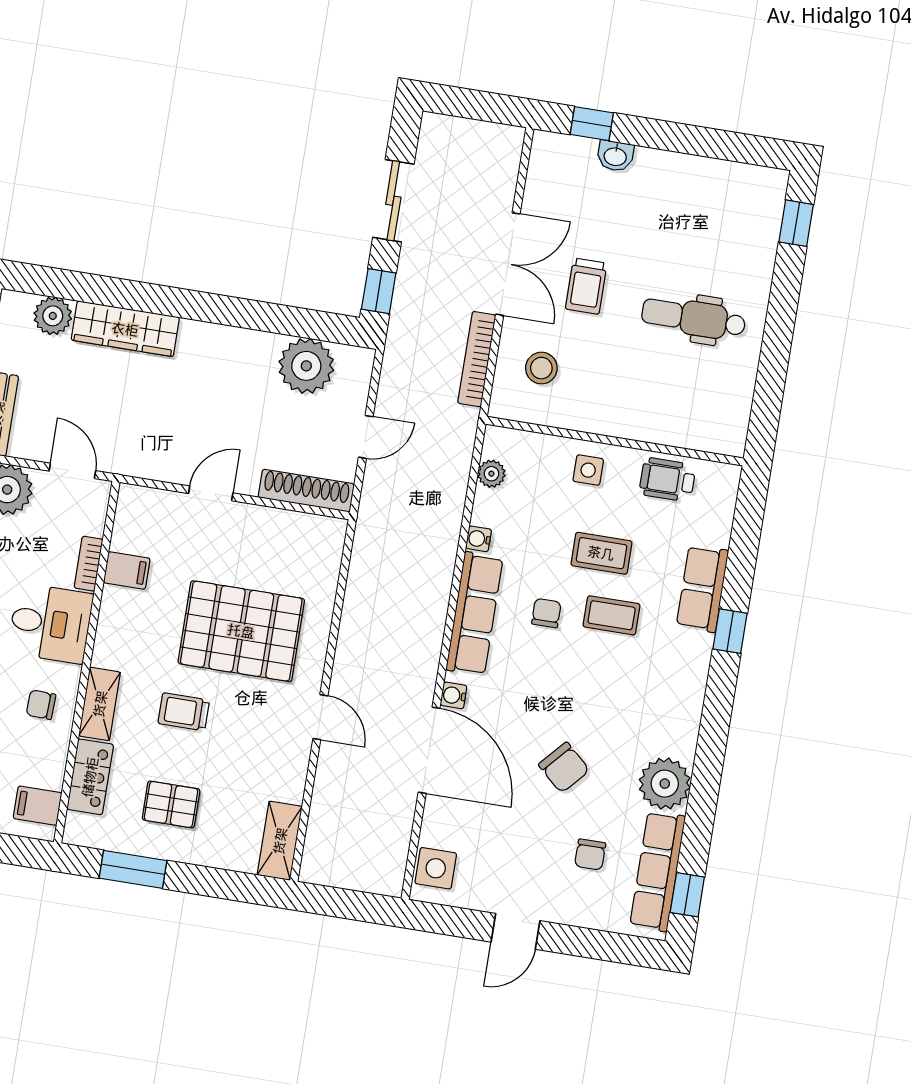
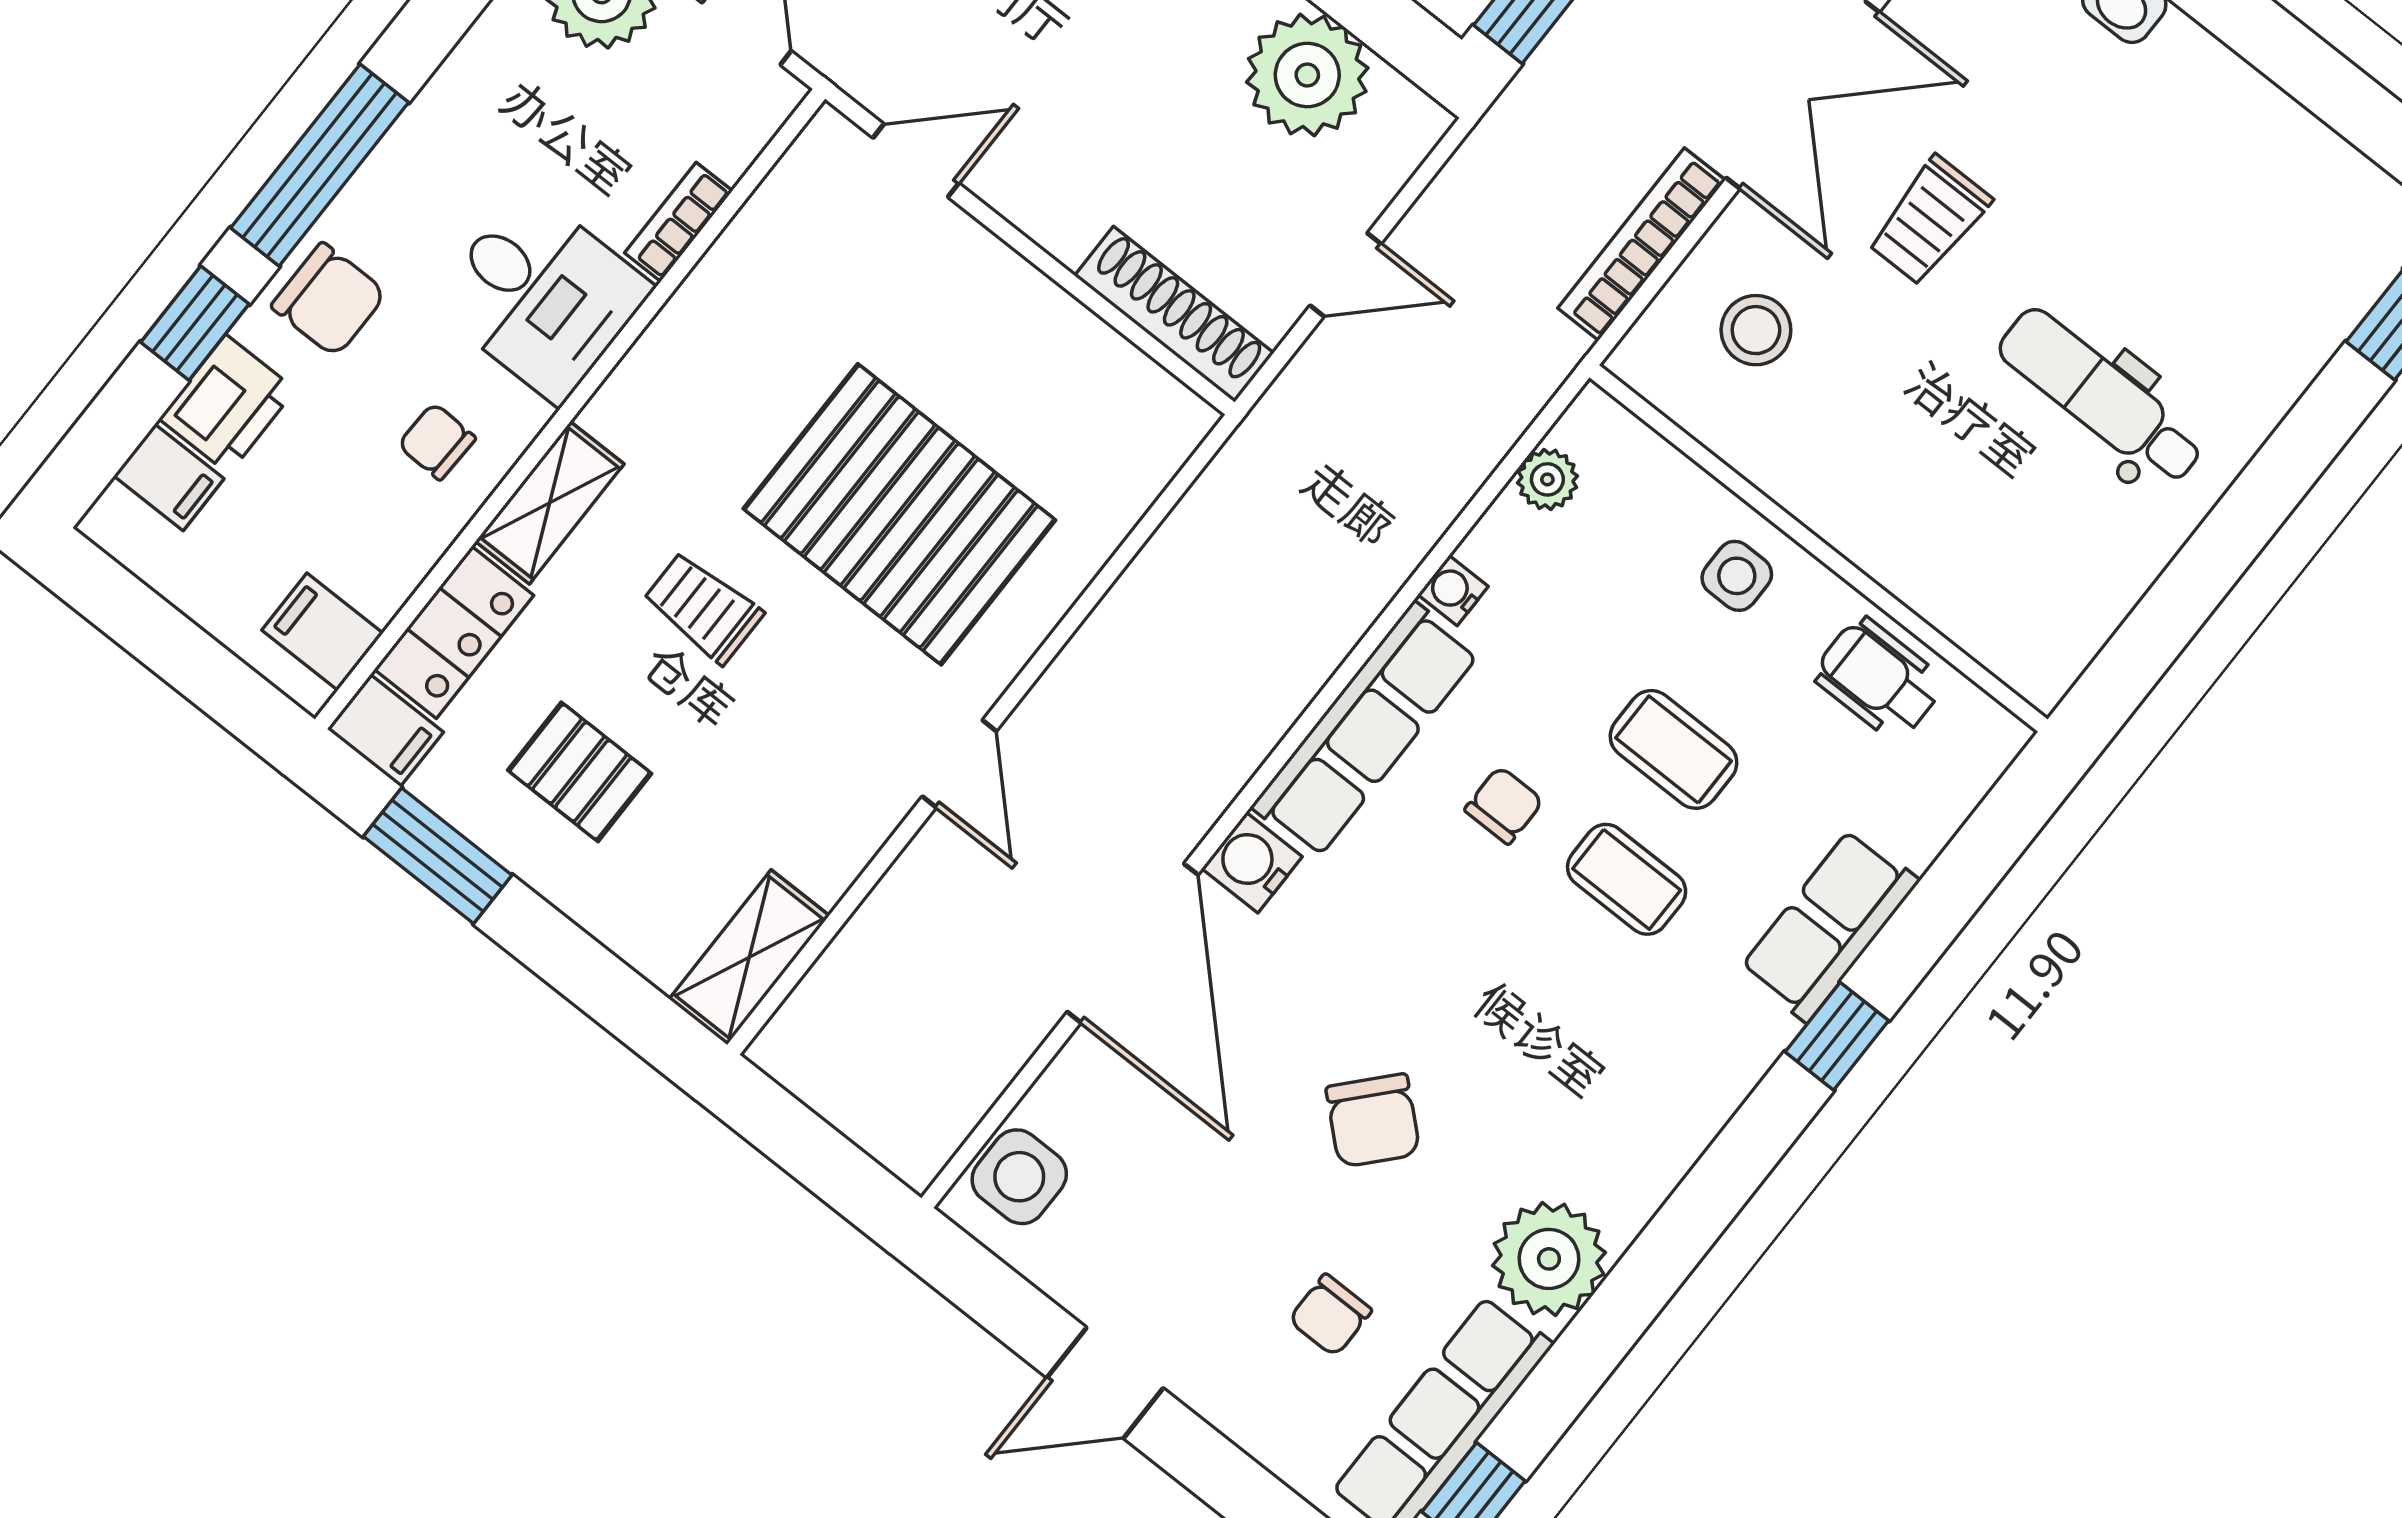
door: (211, 493) -> (916, 161), moved
filing cabinet: (127, 570) -> (385, 731), moved
water cooler: (454, 695) -> (1252, 863), width x1.38, depth x1.38

